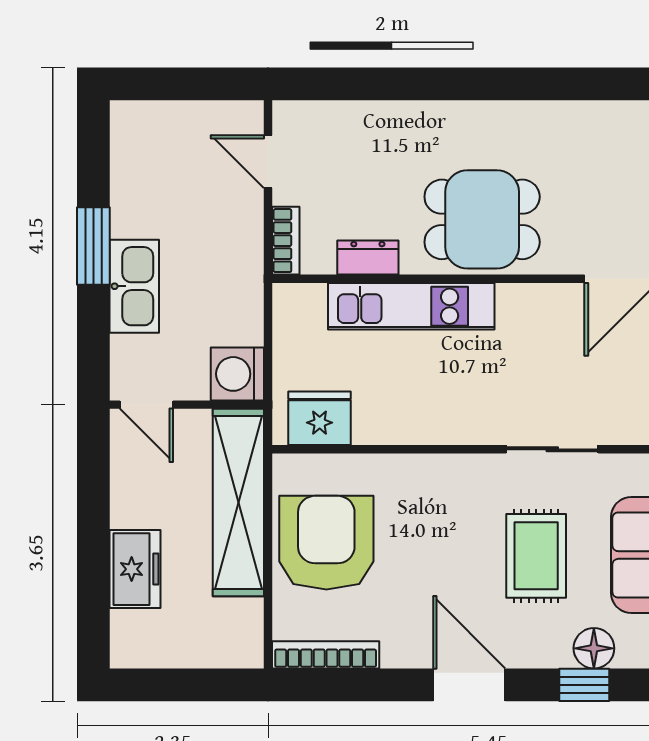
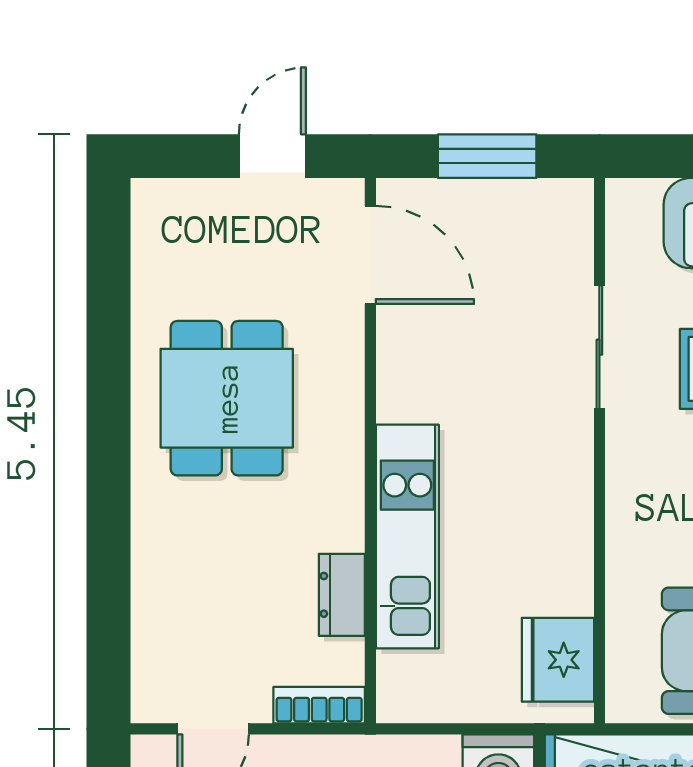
dining table: (482, 219) -> (227, 398), moved

